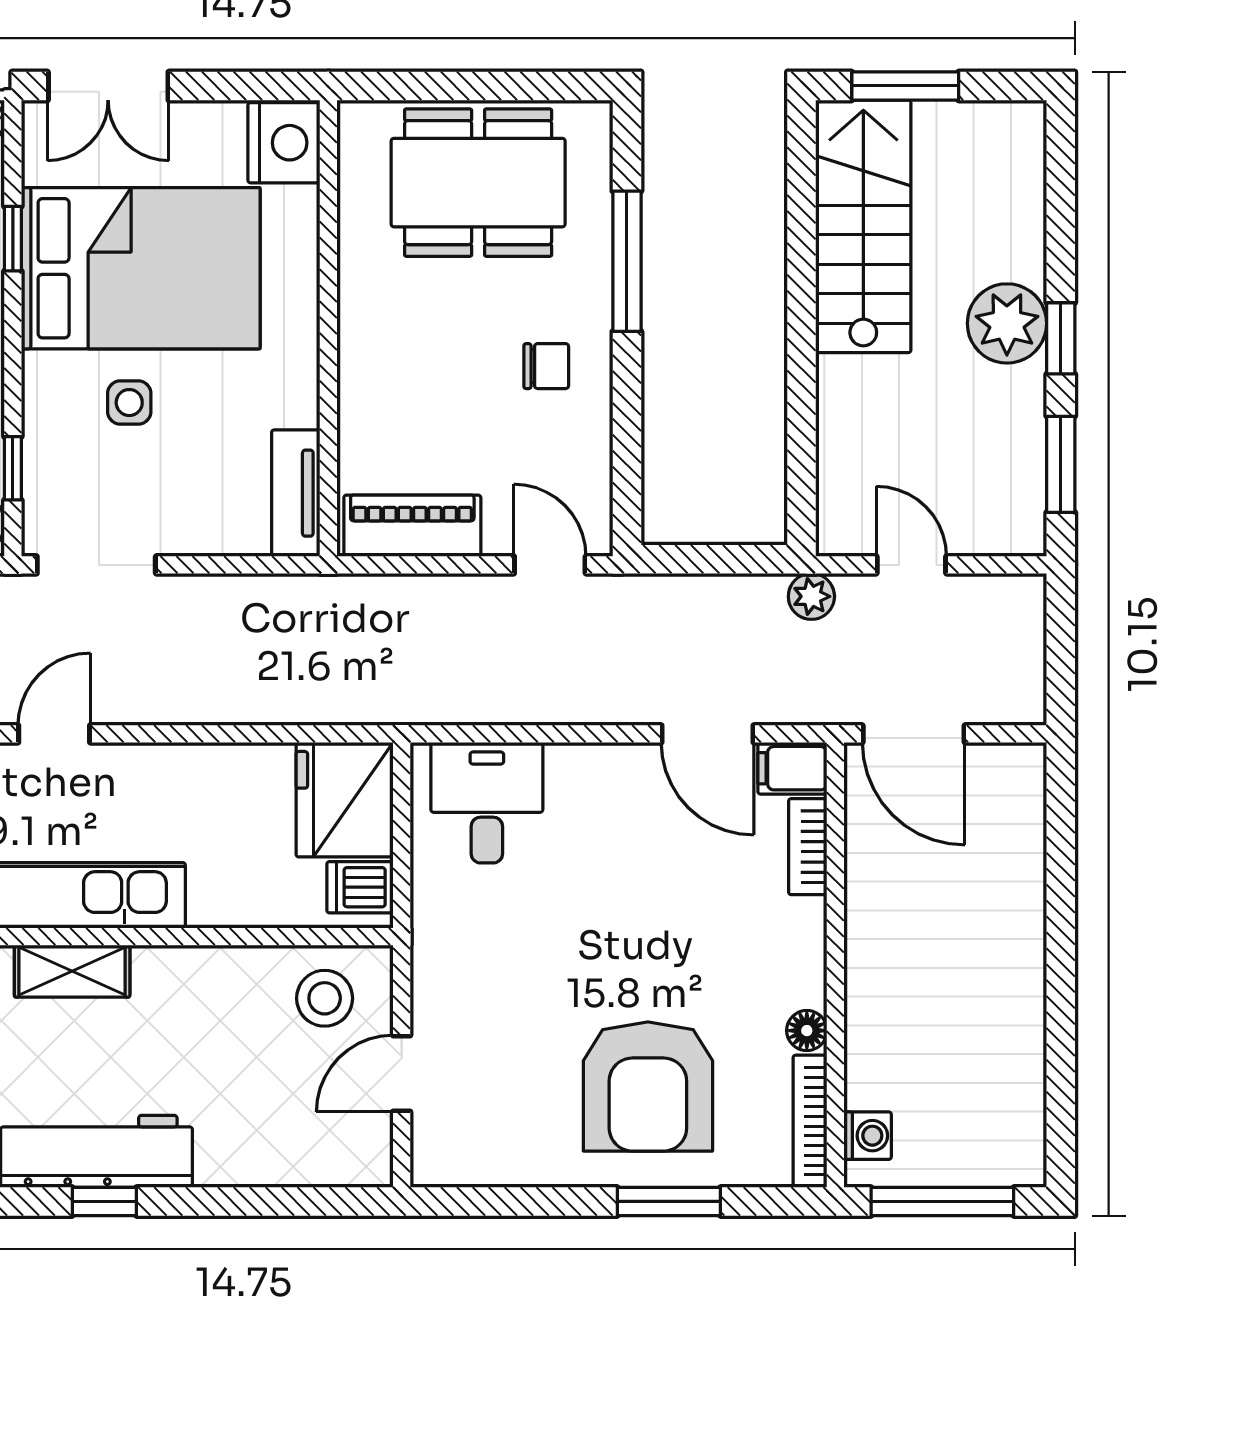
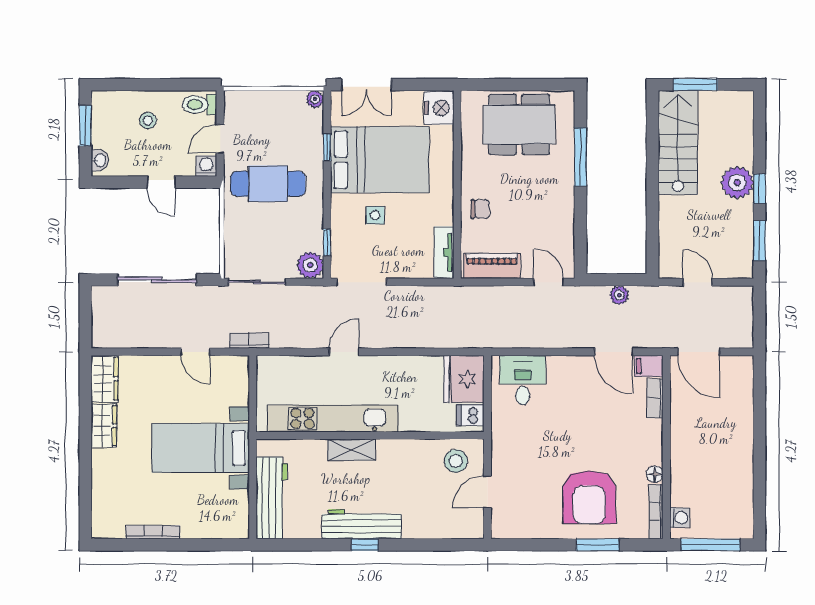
chair: (546, 366) -> (480, 209), moved
plant: (811, 596) -> (619, 295), moved

